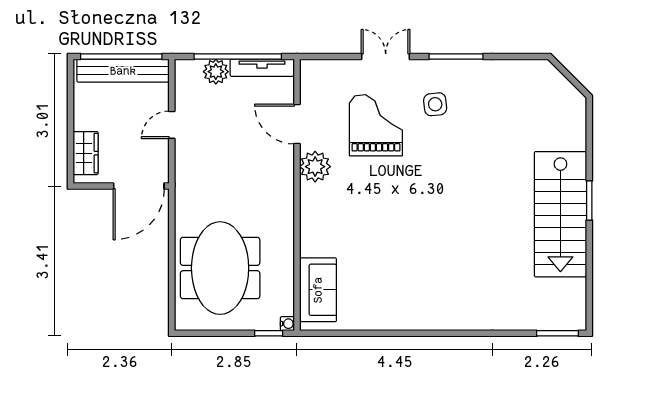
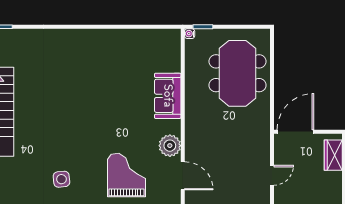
side table: (435, 104) -> (61, 179), moved
grand piano: (376, 125) -> (126, 175), turned 180
sofa: (318, 290) -> (168, 96), moved

